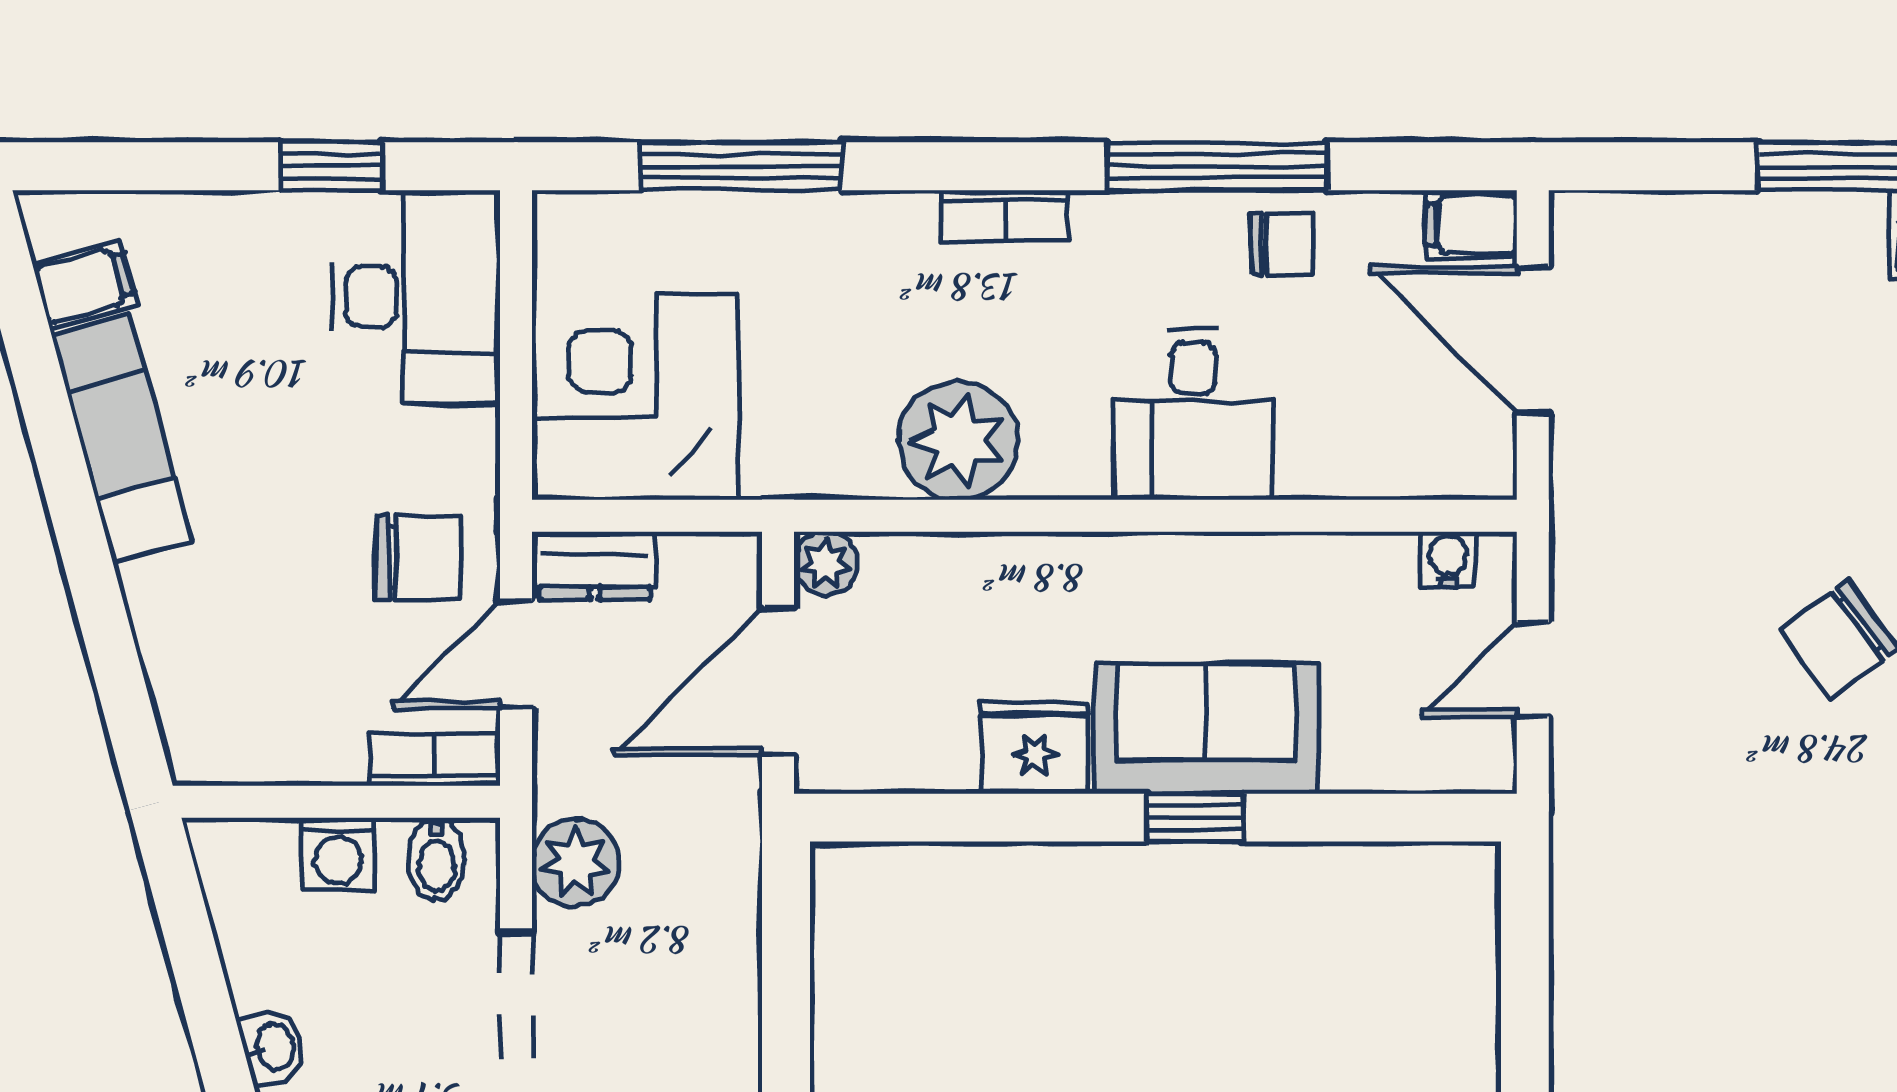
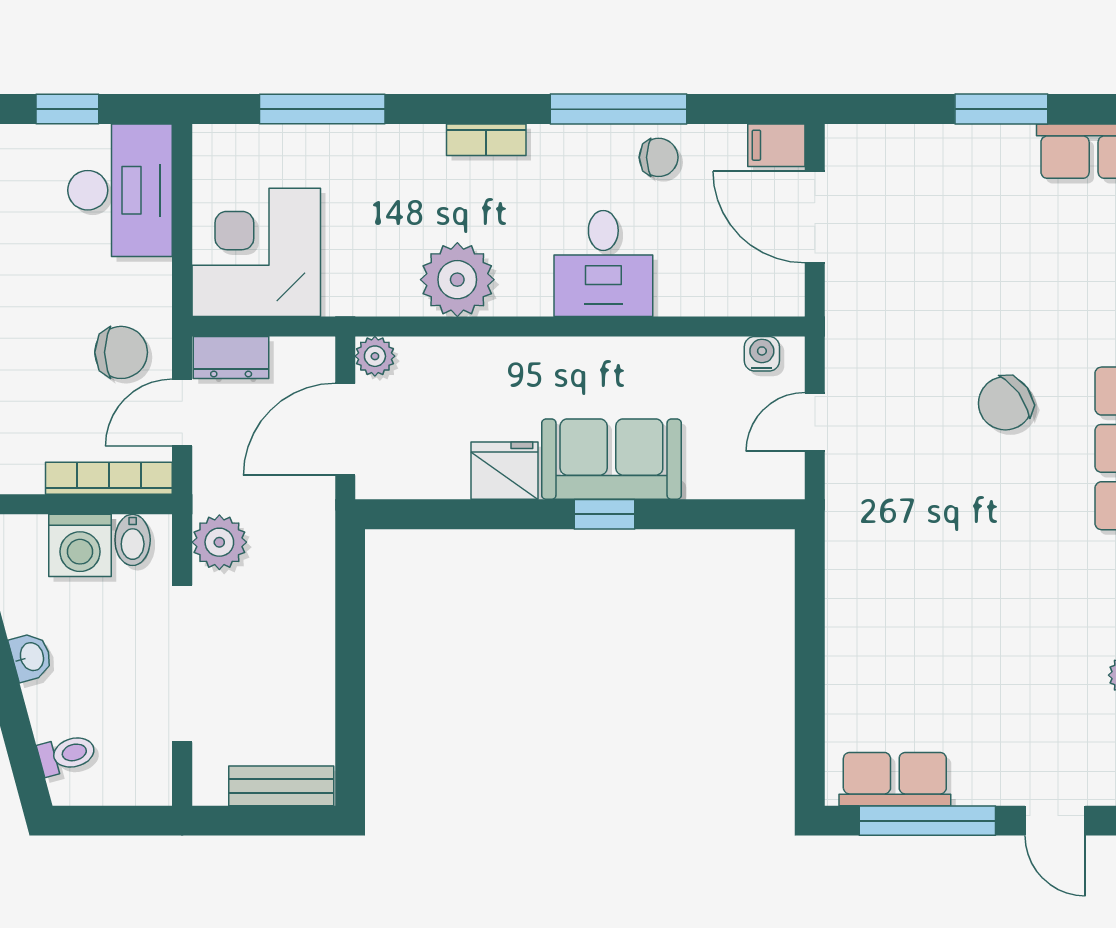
bookcase: (435, 760) -> (109, 478), width x1.56
washing machine: (338, 854) -> (80, 545), width x1.38, depth x1.38

